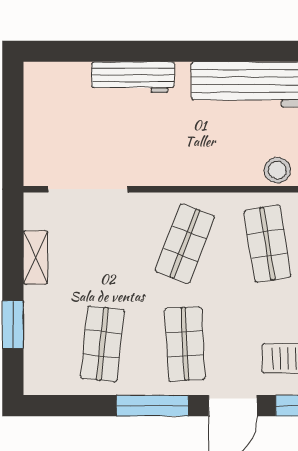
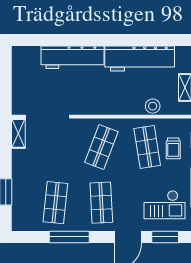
workbench: (133, 77) -> (72, 57), width x1.36, depth x1.32
shelving: (36, 257) -> (18, 133), moved
window: (152, 406) -> (69, 237), moved

